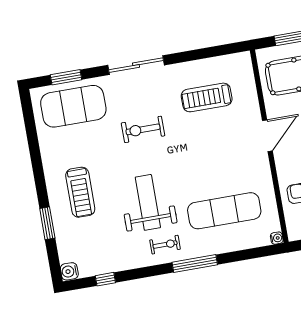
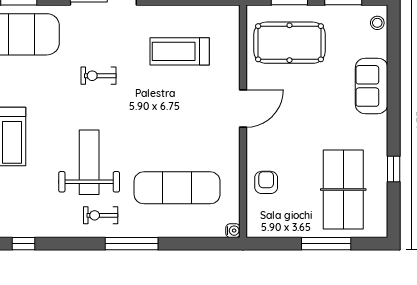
exercise bike: (143, 129) -> (98, 76), width x0.73, depth x0.72
exercise bike: (165, 245) -> (101, 215), turned 180

